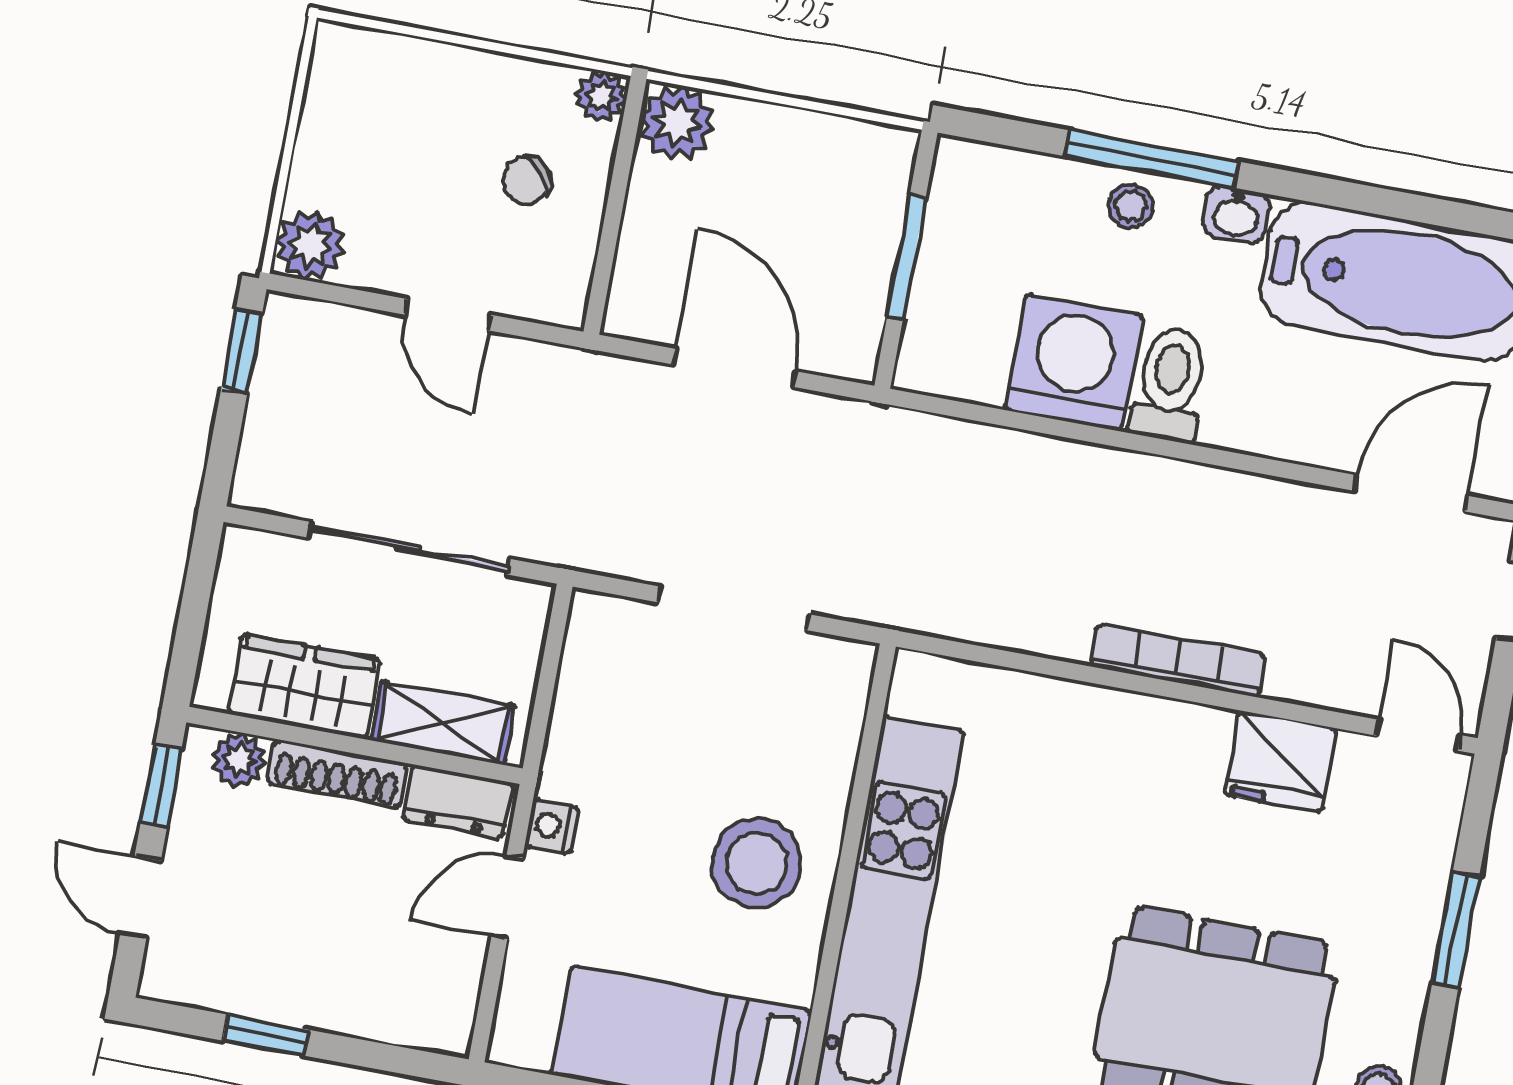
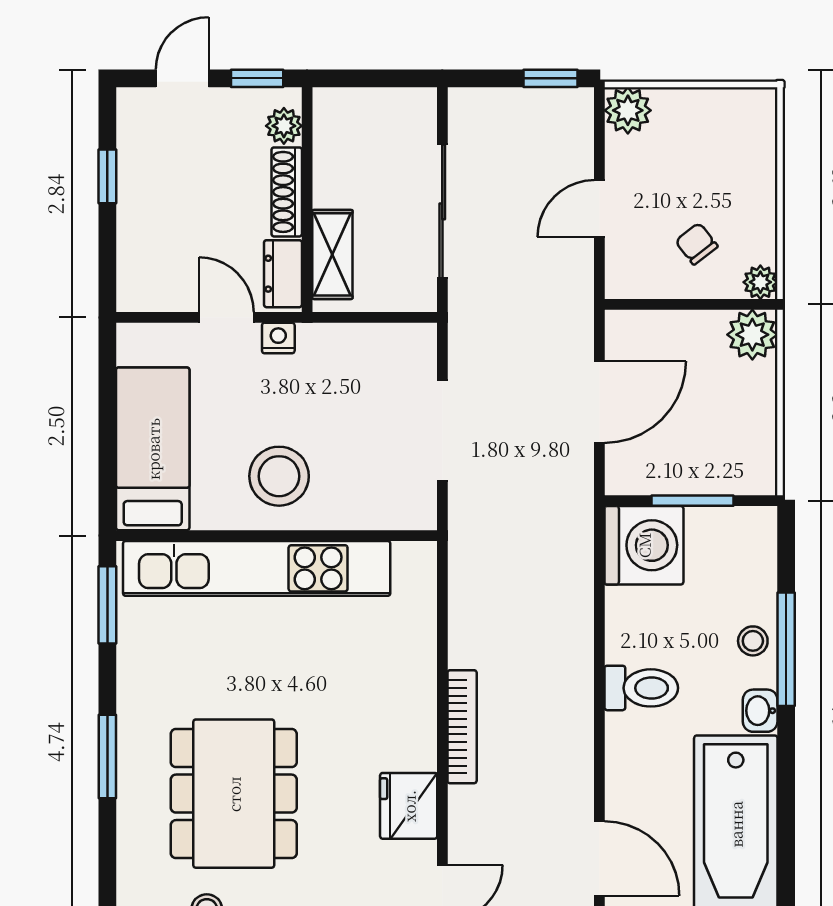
washing machine: (1074, 362) -> (644, 545), moved
wardrobe: (304, 687) -> (339, 160), removed

